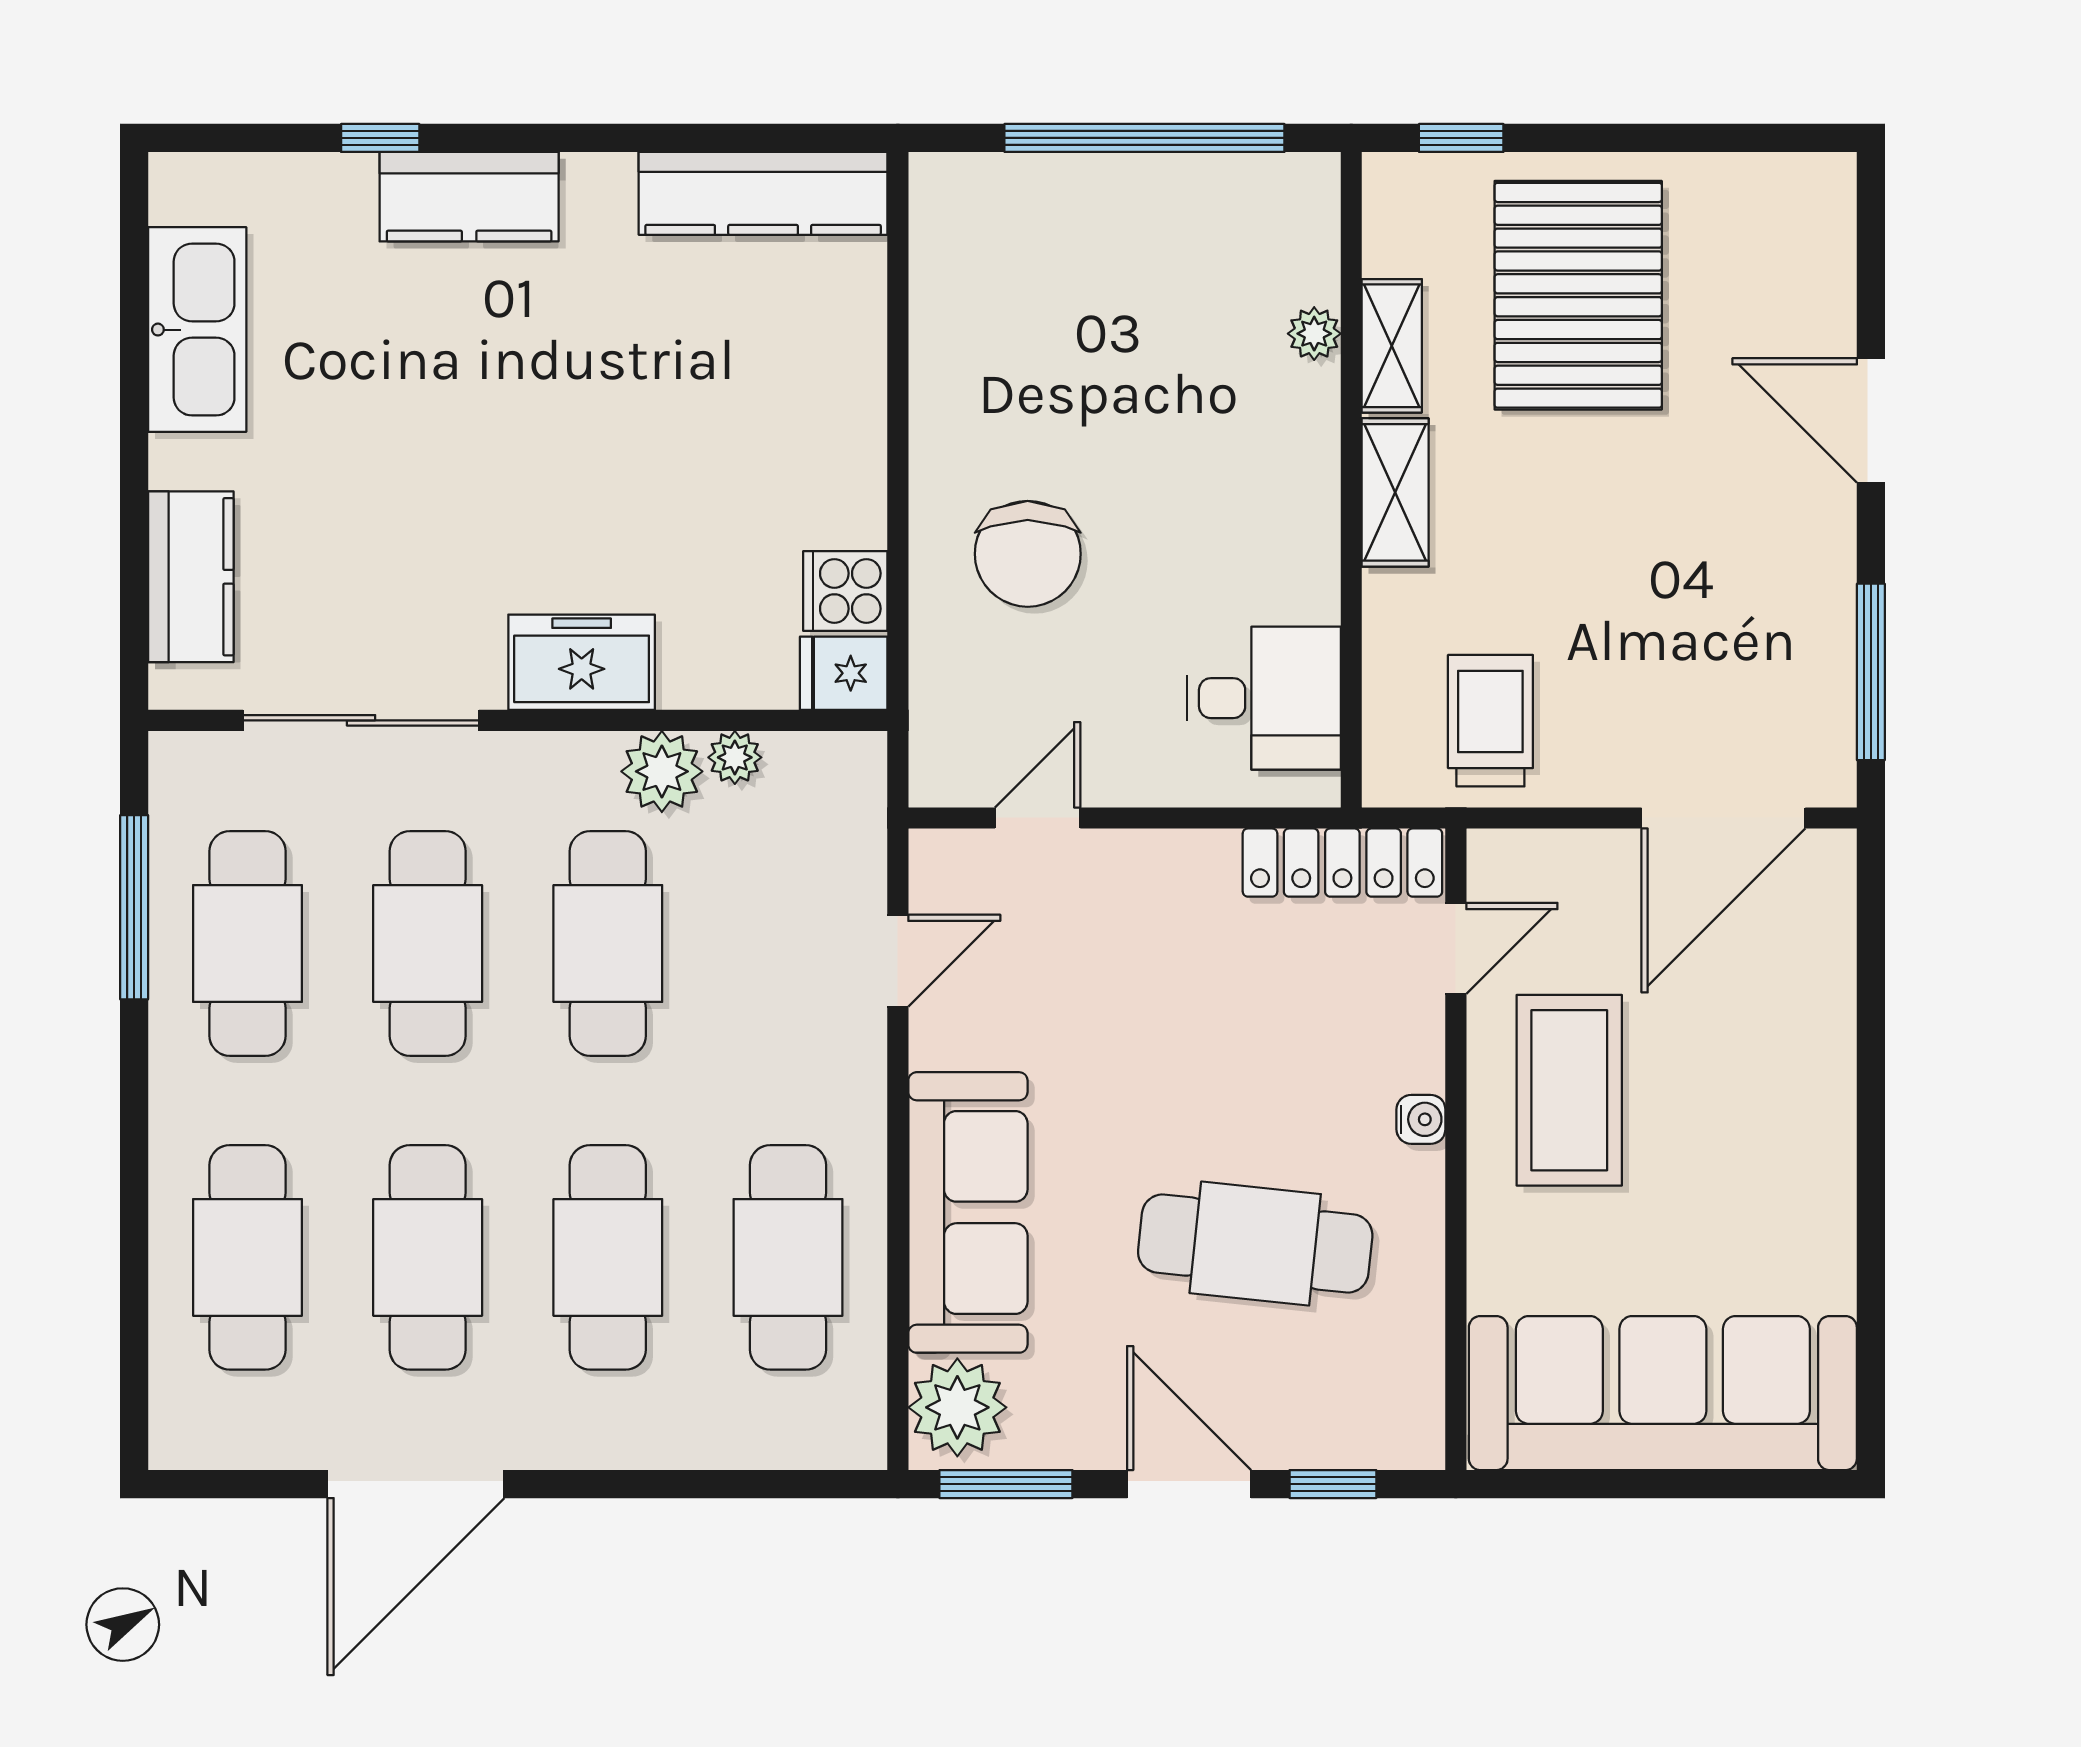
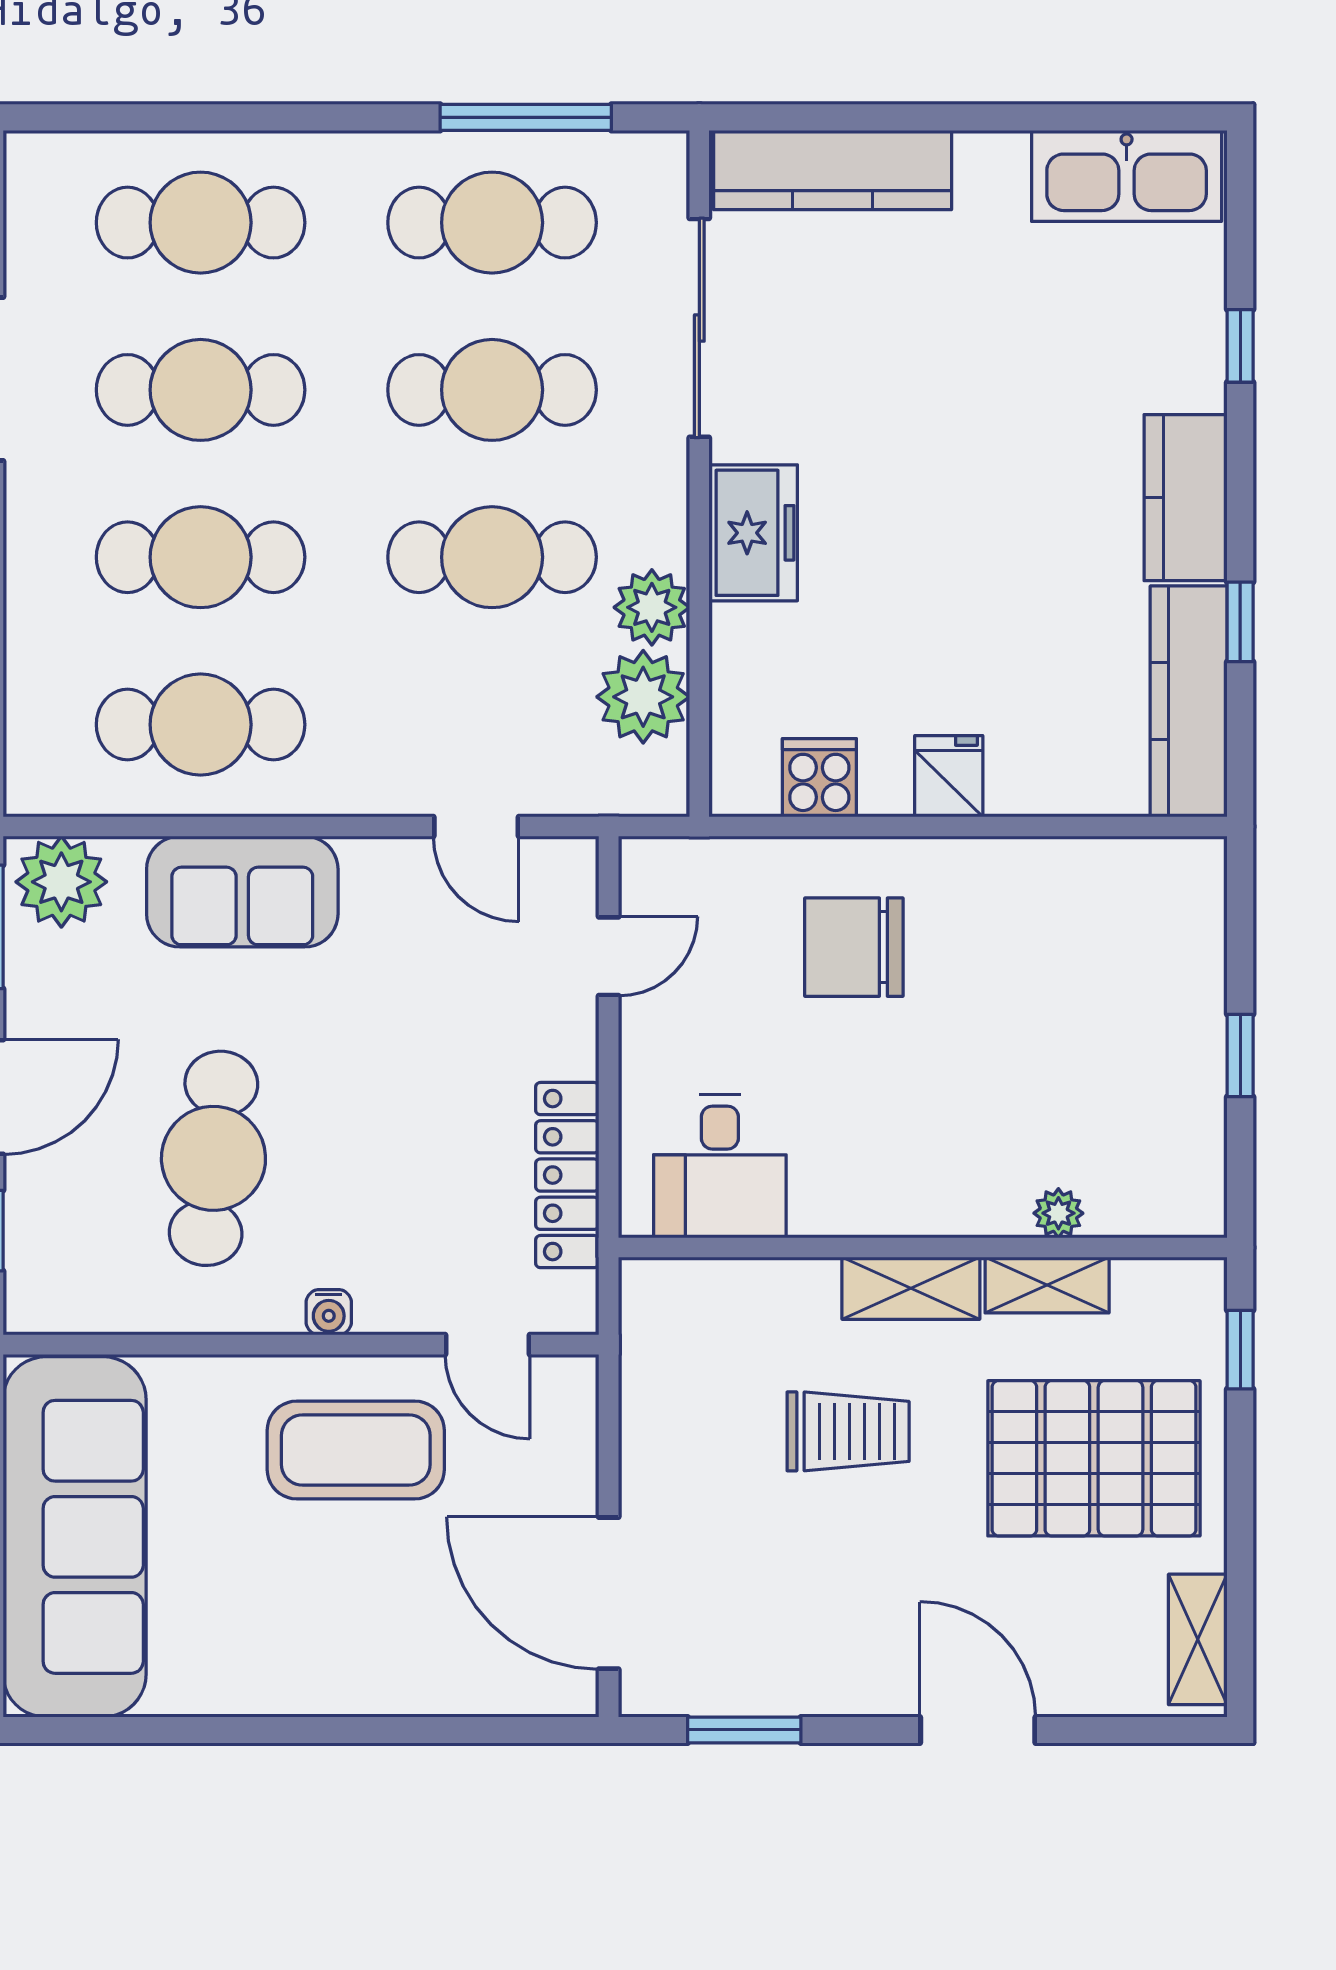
window: (678, 138) -> (1240, 622), added
window: (1144, 138) -> (1240, 1056), width x0.32
shelving: (1773, 184) -> (1198, 1639), added
kitchen counter: (469, 197) -> (1186, 498), moved
kitchen sink: (197, 330) -> (1127, 176), moved
door: (1871, 420) -> (978, 1730), hinge flipped
kitchen counter: (191, 577) -> (833, 170), width x1.50
window: (1871, 672) -> (744, 1730), width x0.69
fridge: (844, 673) -> (949, 776), moved
trolley: (1490, 721) -> (848, 1431), moved
plant: (735, 757) -> (643, 697), width x1.88, depth x1.88
door: (1038, 818) -> (609, 956), hinge flipped
locker: (1342, 863) -> (567, 1175), moved
sofa: (968, 1212) -> (242, 892), width x0.73

